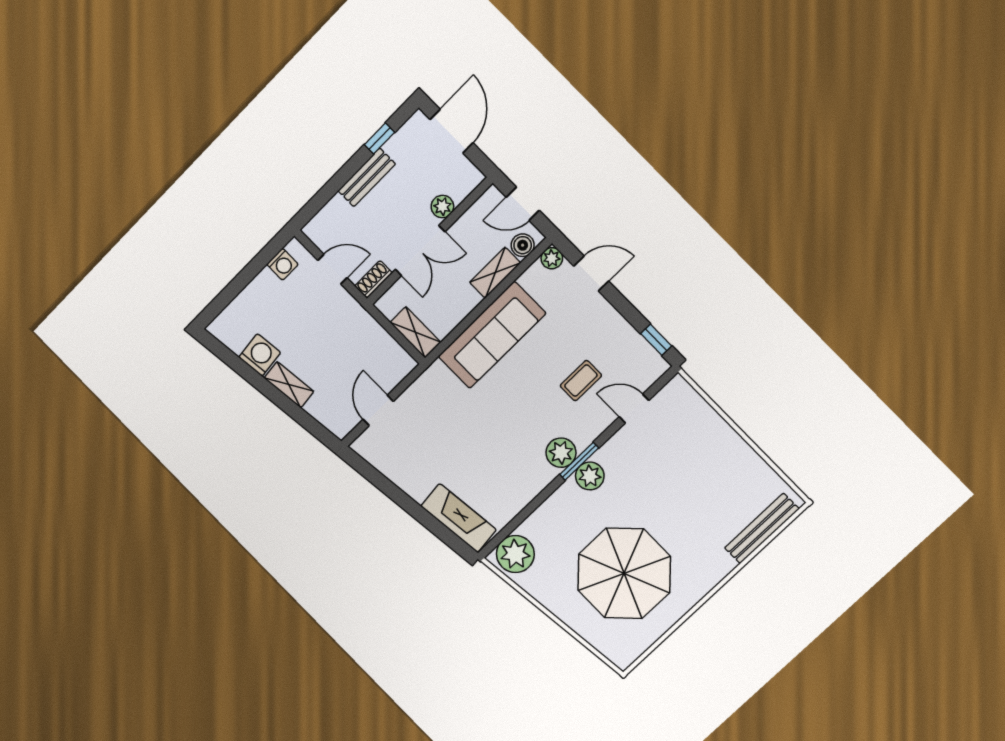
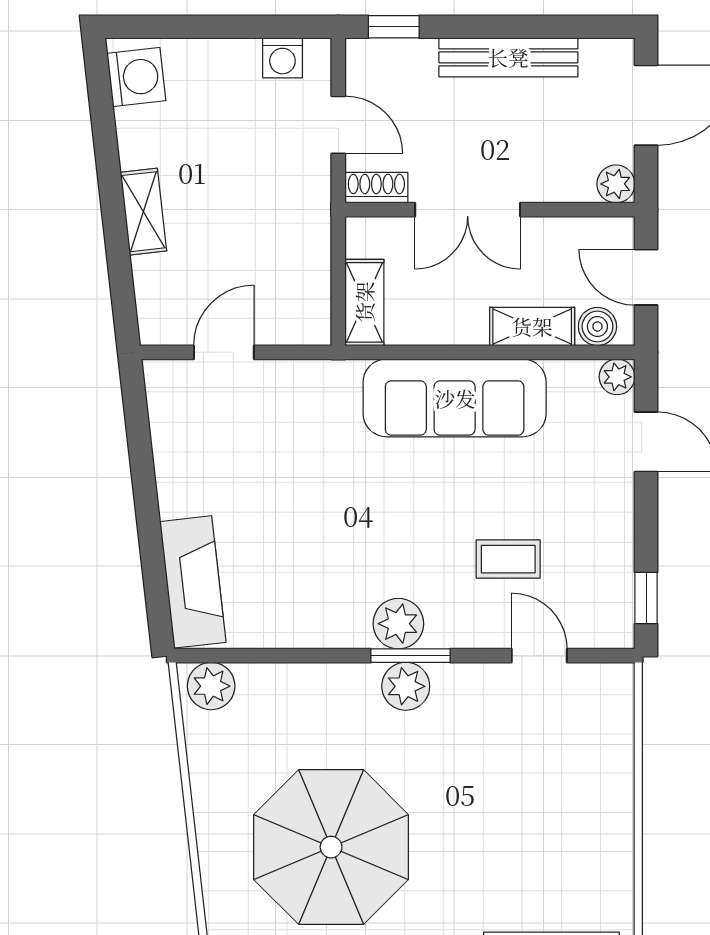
window: (379, 138) -> (394, 27), moved
bench: (367, 177) -> (508, 57), width x1.36
plant: (442, 207) -> (616, 184), moved
washing machine: (260, 355) -> (136, 77), moved
plant: (515, 554) -> (211, 686), width x0.73, depth x0.73

